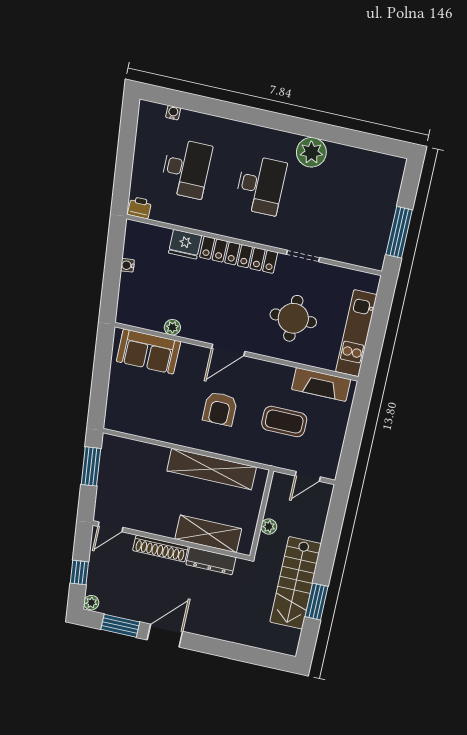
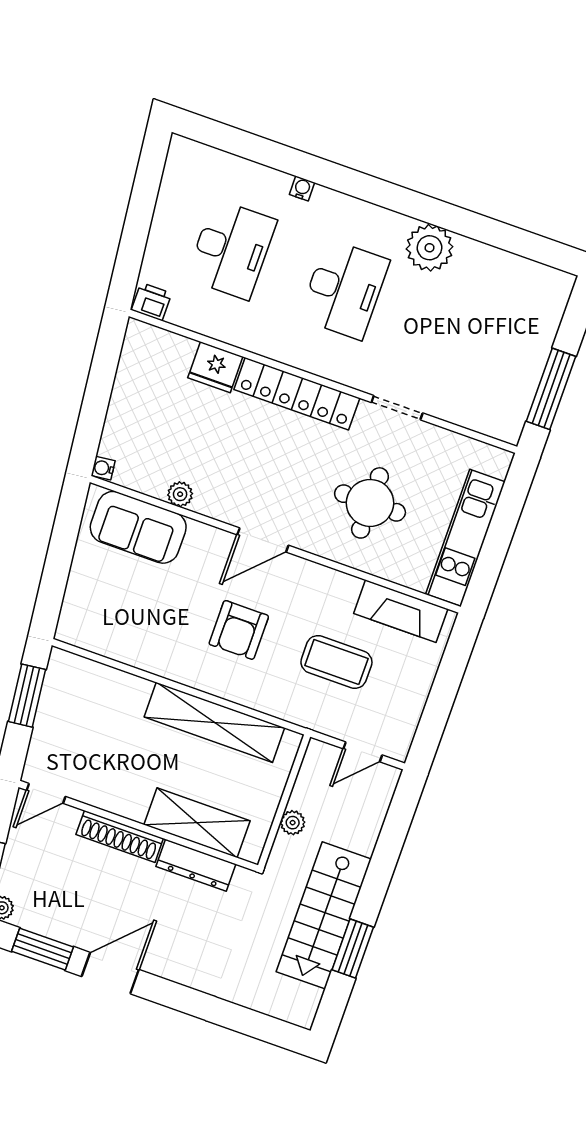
water cooler: (173, 113) -> (302, 188), moved
water cooler: (127, 265) -> (103, 468), moved

